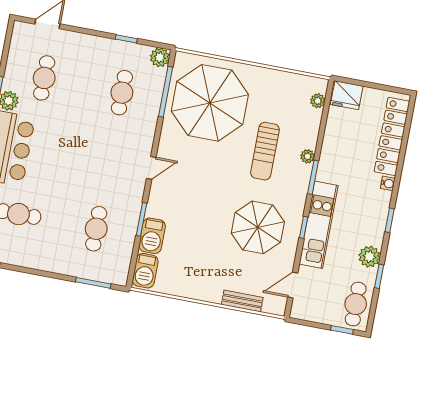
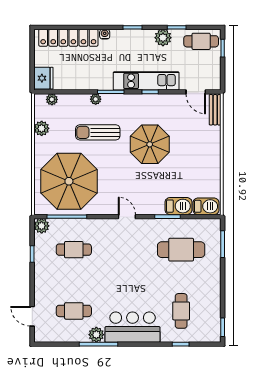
plant: (283, 81) -> (42, 128), added
sun lounger: (265, 151) -> (98, 132), turned 180
parasol: (258, 227) -> (150, 144), moved
cafe table: (96, 229) -> (181, 250), width x1.37, depth x1.35
bench: (242, 301) -> (215, 110), moved

